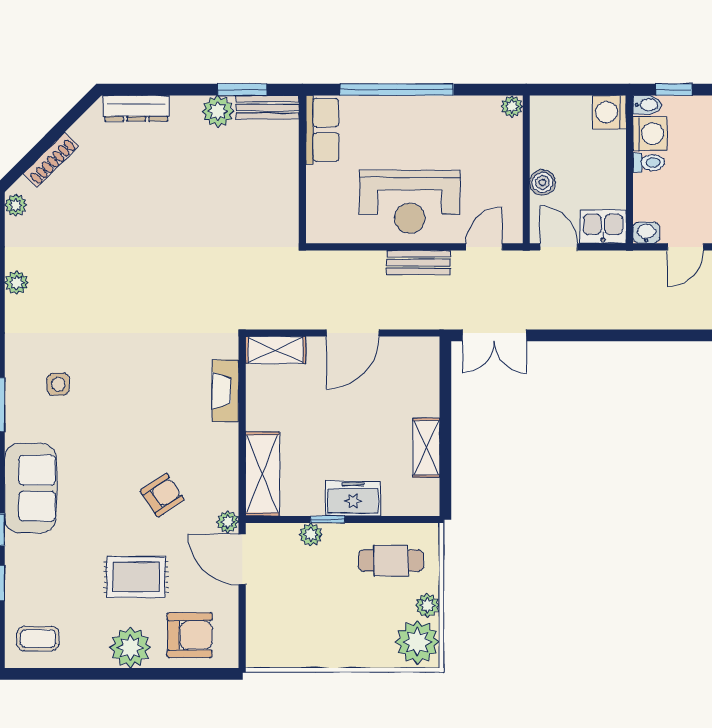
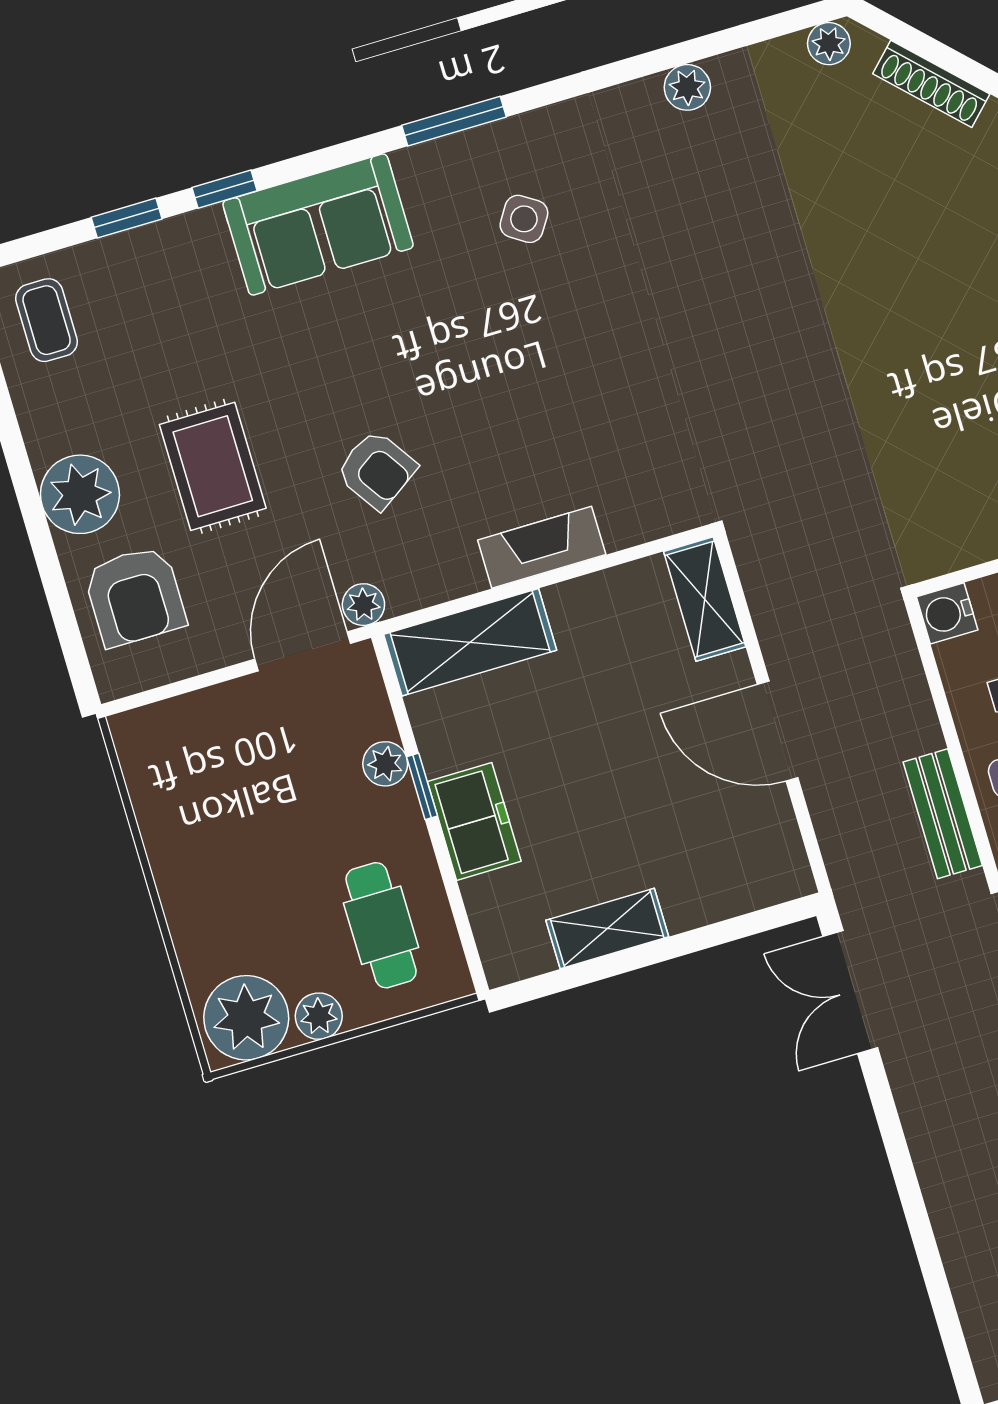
water cooler: (319, 231) -> (947, 613), added
side table: (58, 384) -> (524, 219), turned 33
fireplace: (225, 391) -> (542, 547), moved

